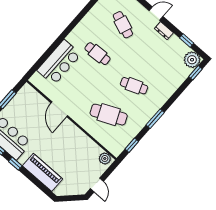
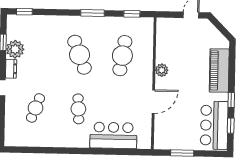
plant: (192, 60) -> (15, 49), moved
cafe table: (134, 86) -> (80, 55), width x1.37, depth x1.35
cafe table: (109, 115) -> (122, 56), turned 33
plant: (105, 158) -> (162, 70), moved

